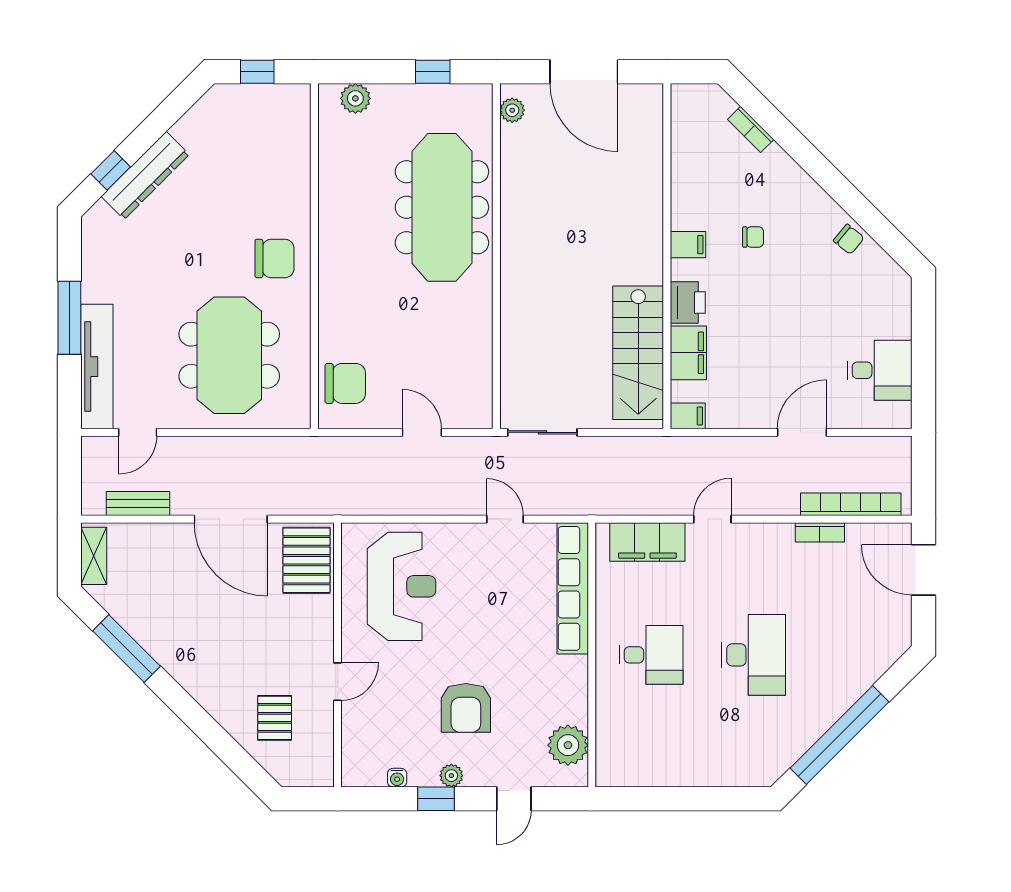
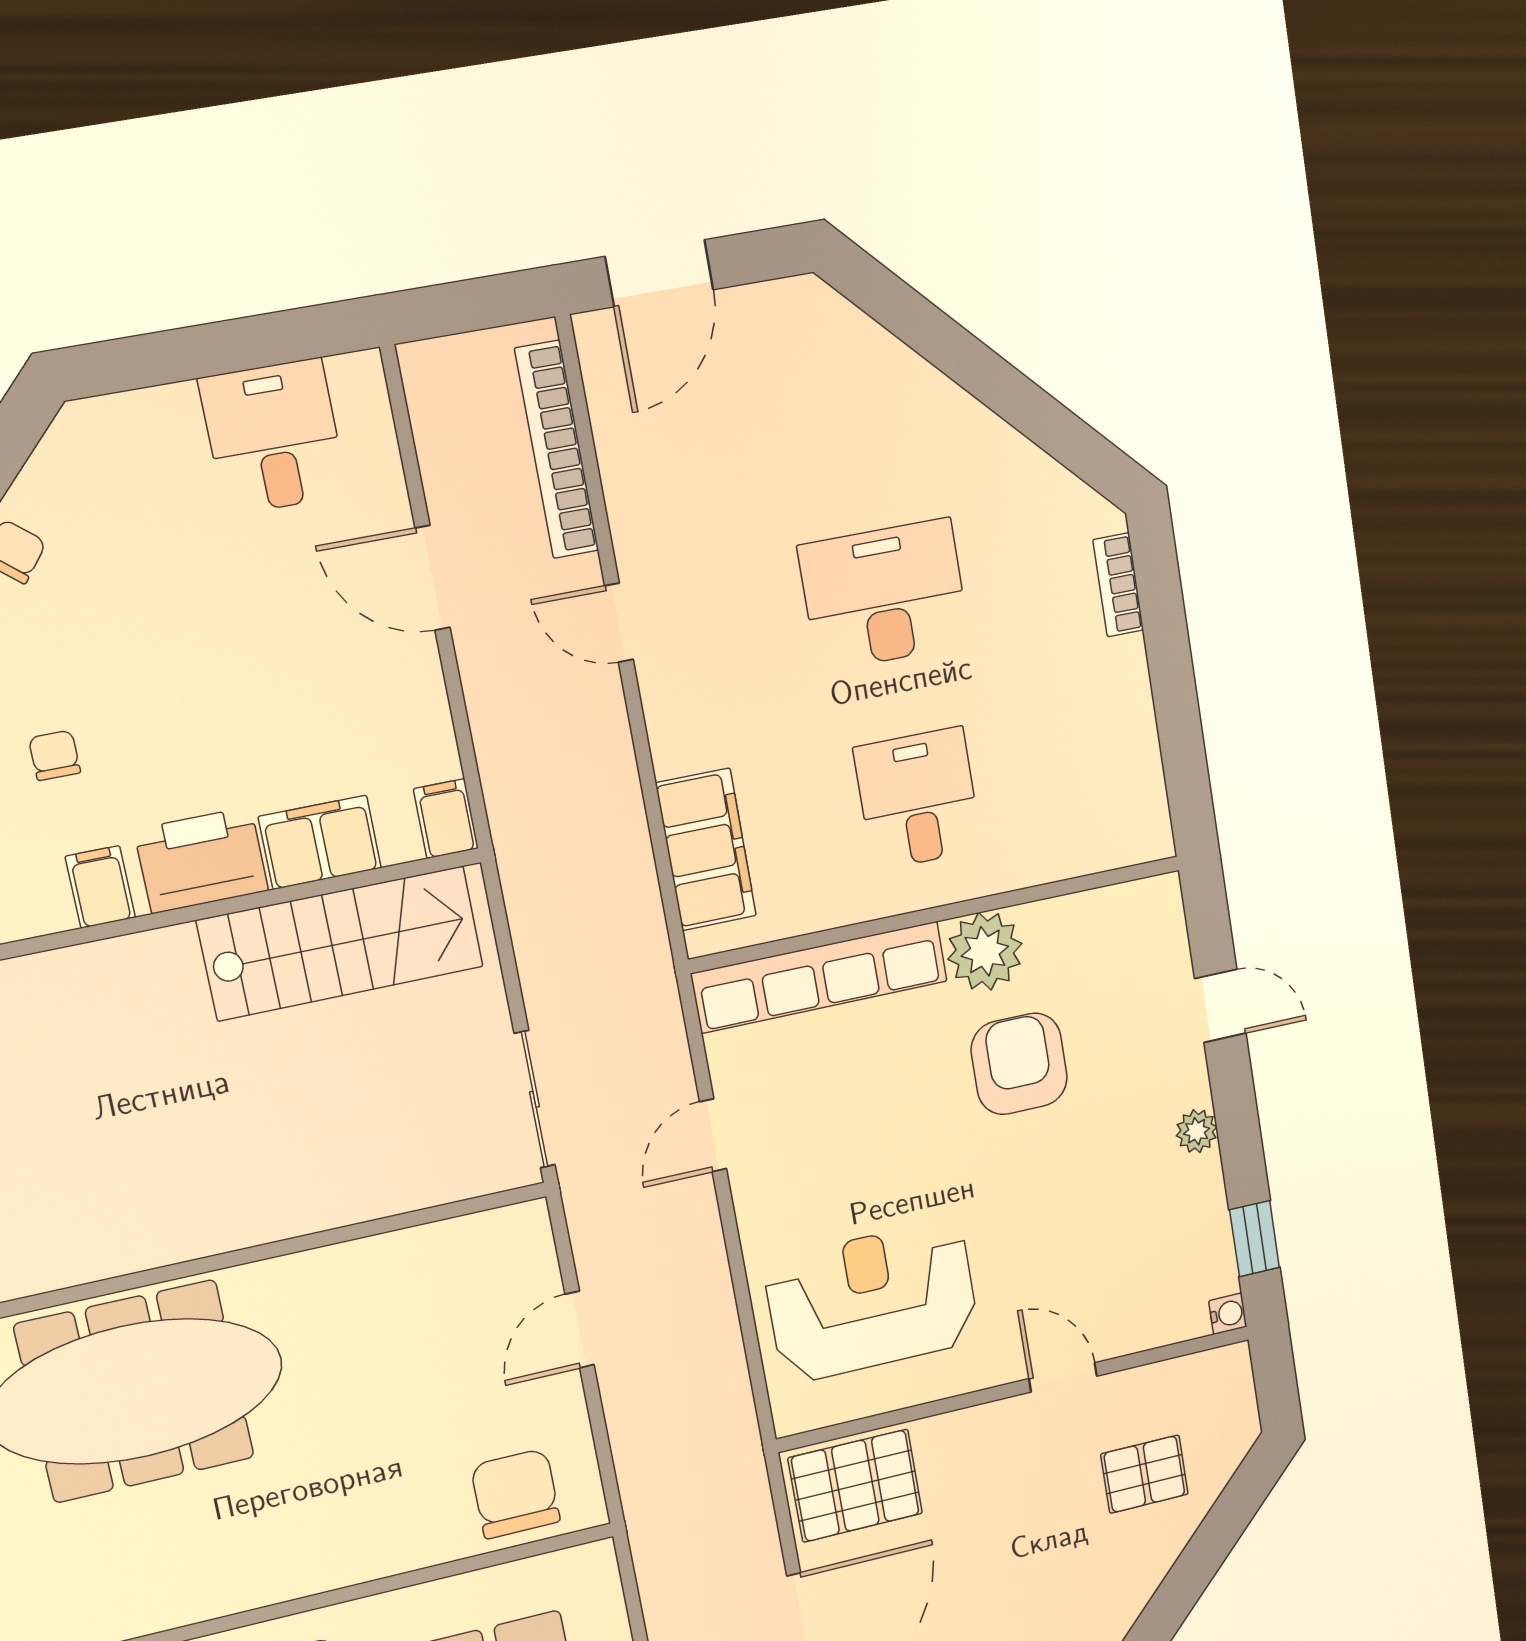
printer: (688, 303) -> (201, 860), width x1.37, depth x1.19
door: (712, 519) -> (619, 623), moved
bookcase: (820, 532) -> (1118, 585), moved, turned 180
armchair: (466, 708) -> (1019, 1064), moved, turned -90
window: (840, 735) -> (1008, 392), removed
plant: (568, 745) -> (985, 951), moved
water cooler: (397, 778) -> (1228, 1314), moved
window: (436, 799) -> (1255, 1239), moved

